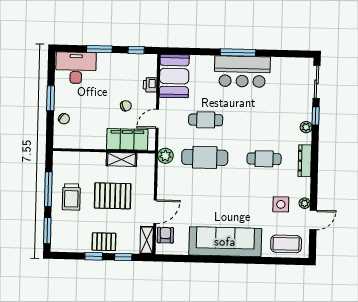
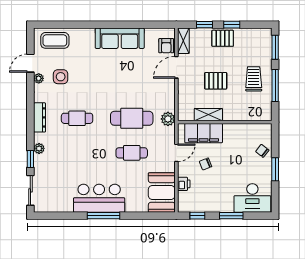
pallet: (113, 196) -> (216, 81), width x0.67, depth x0.71
sofa: (225, 242) -> (120, 38), width x0.74, depth x0.79

